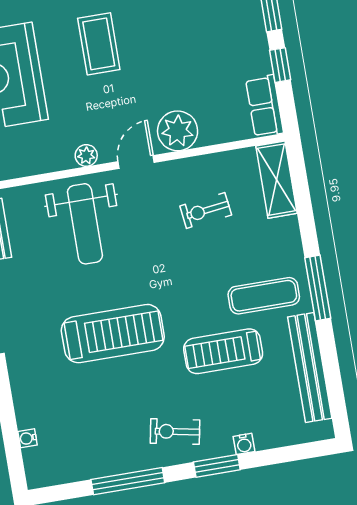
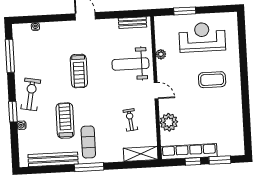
row of seats: (265, 106) -> (189, 151), width x2.02
plant: (178, 131) -> (169, 122), moved
plant: (86, 155) -> (161, 54), moved
treadmill: (113, 334) -> (79, 71), width x0.73, depth x0.73
exercise bike: (175, 432) -> (31, 94), width x1.38, depth x1.39
window: (128, 481) -> (10, 56), moved

